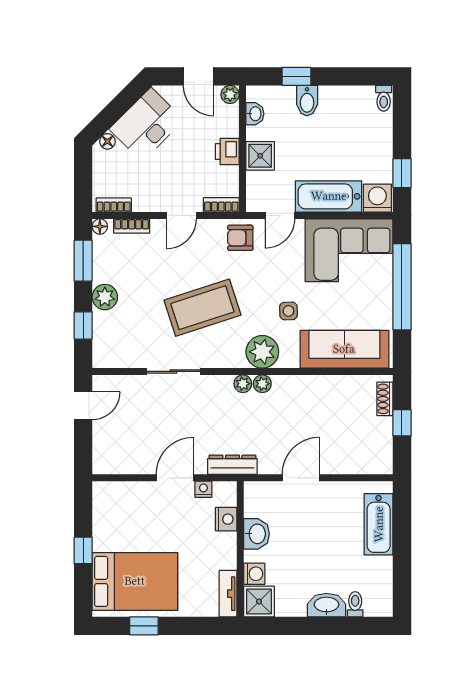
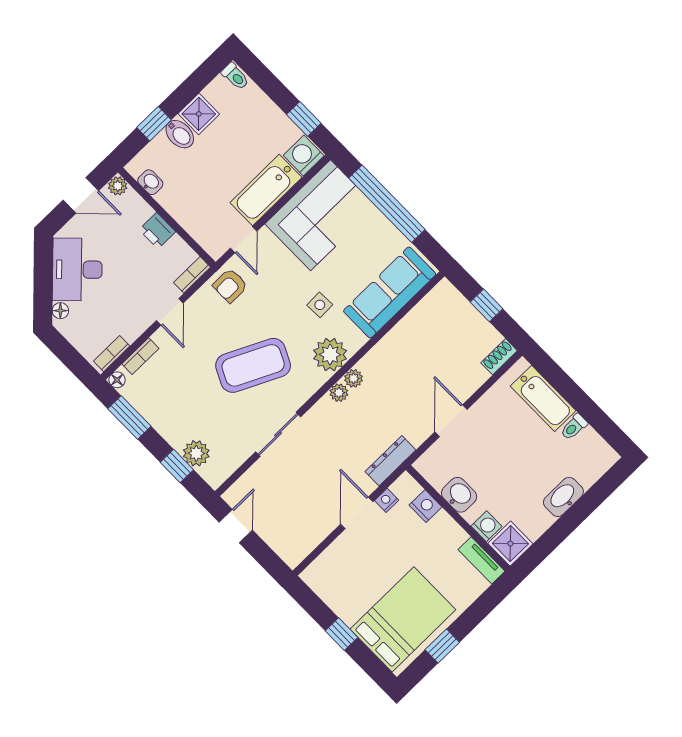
shower: (260, 156) -> (199, 114), moved
plant: (105, 297) -> (196, 453), moved
coffee table: (202, 308) -> (253, 365), turned 44
shoe rack: (385, 399) -> (499, 357), moved, turned 90
toilet: (355, 604) -> (574, 427), moved, turned -90

